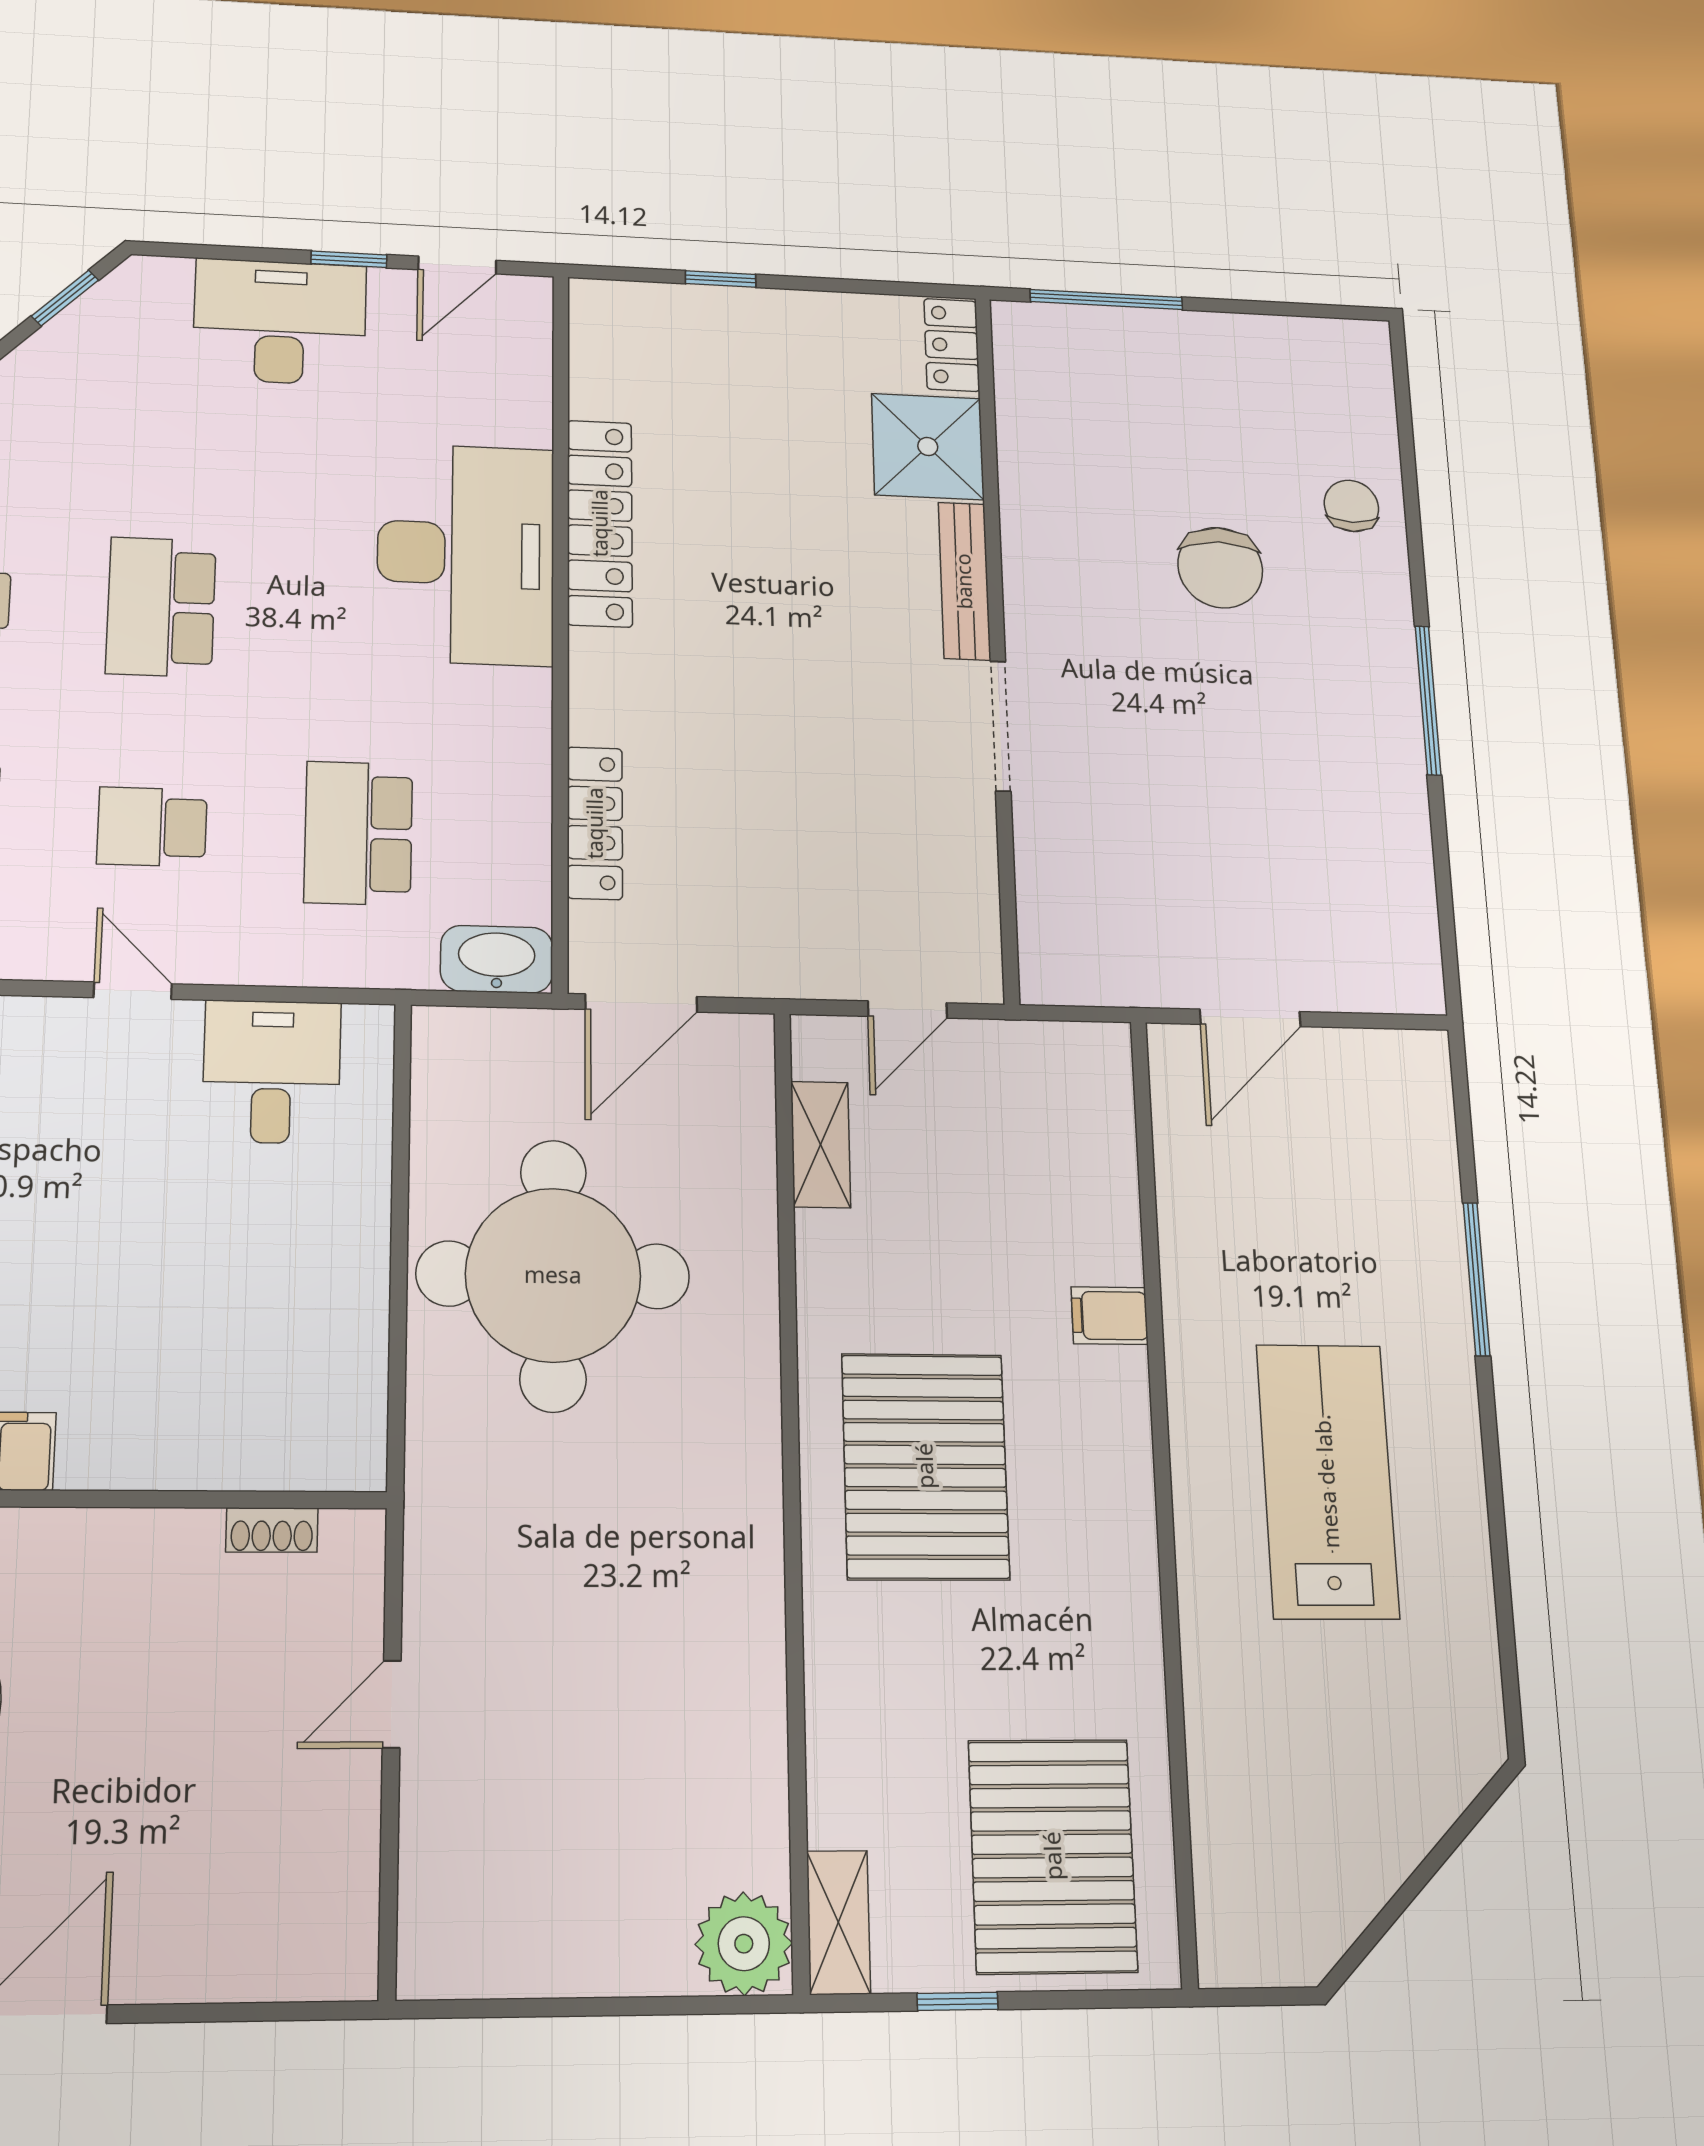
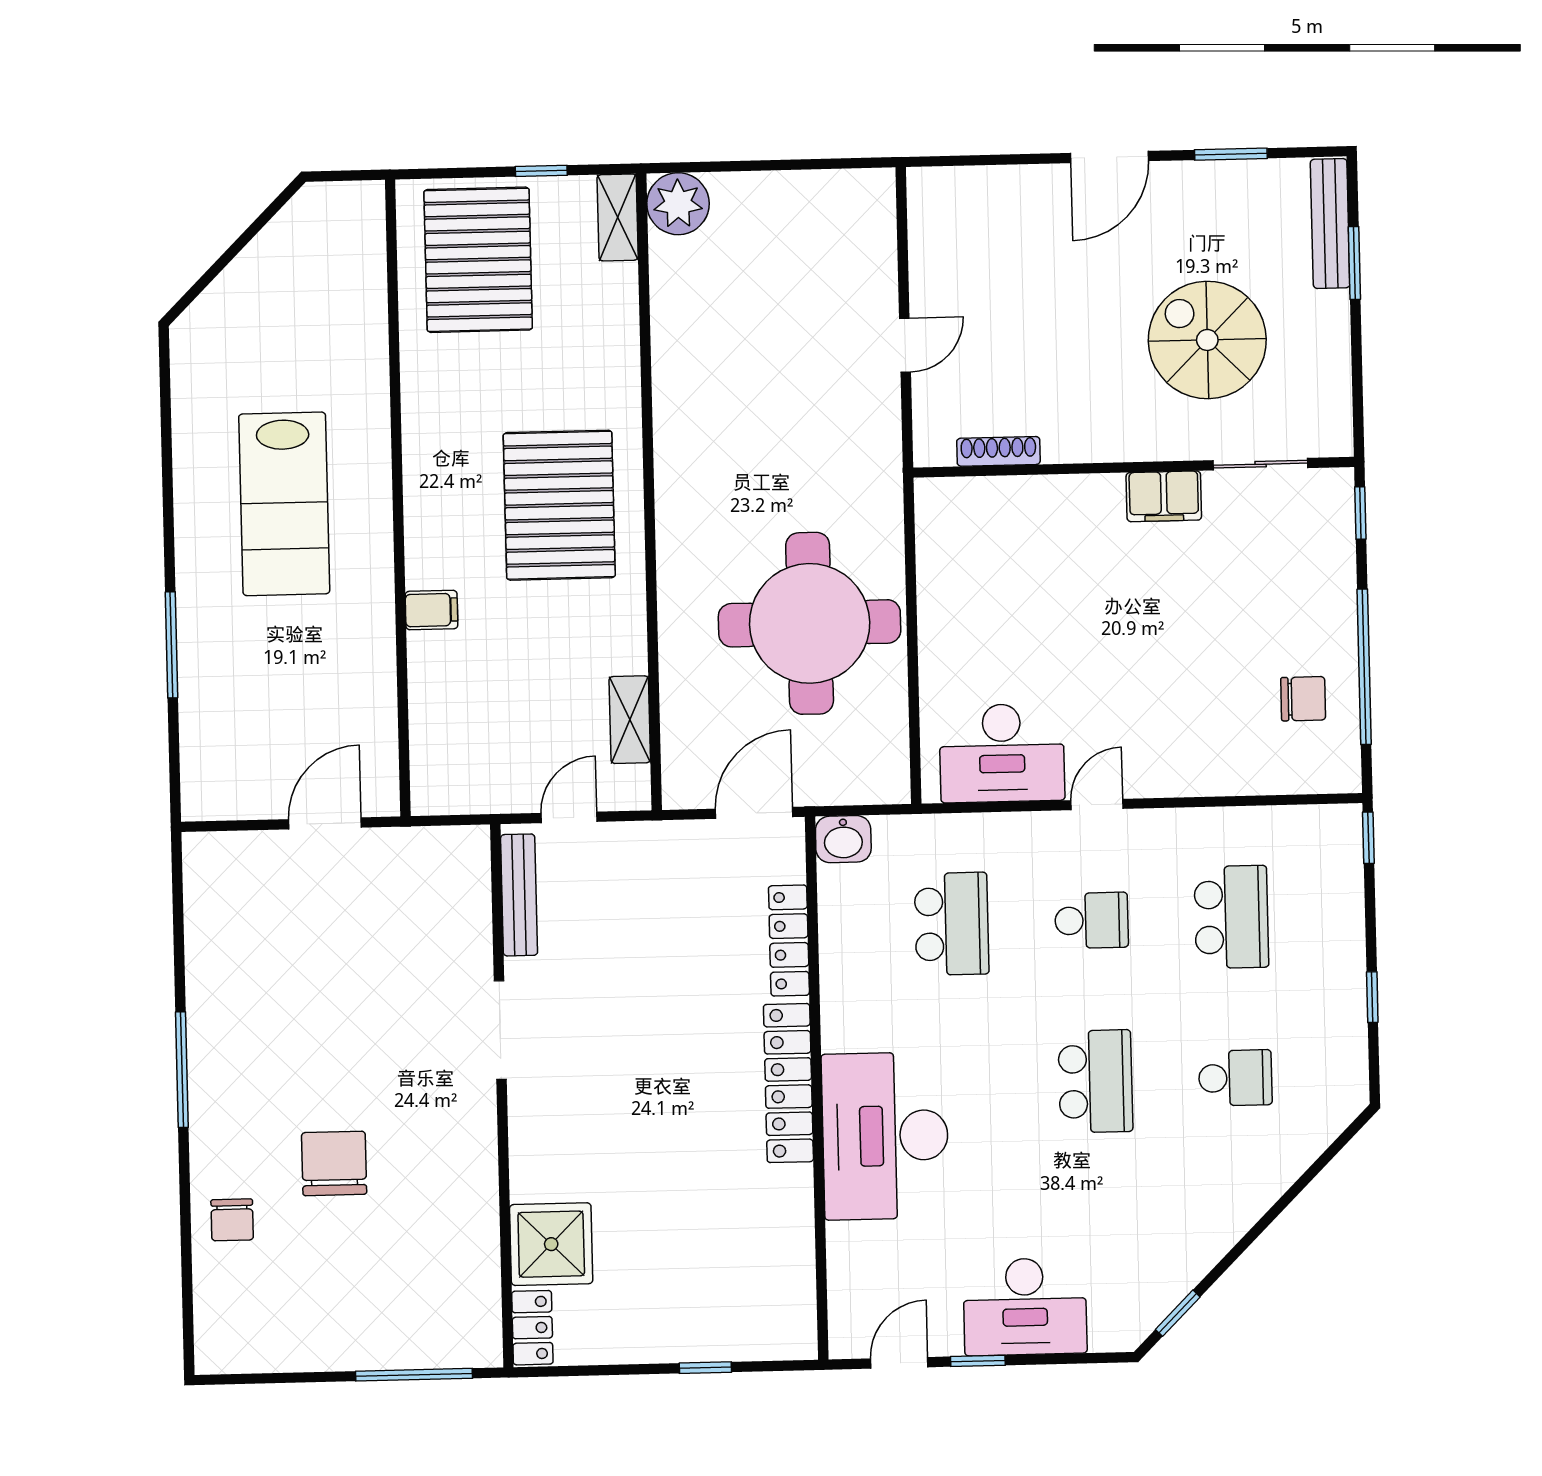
locker: (600, 523) -> (788, 1083), moved
bench: (964, 581) -> (519, 895), moved
washbasin: (497, 959) -> (843, 839), width x0.72
door: (133, 991) -> (1097, 805), swing flipped
desk: (272, 1072) -> (1002, 753), width x1.37
shoe rack: (272, 1530) -> (998, 451), width x1.43

